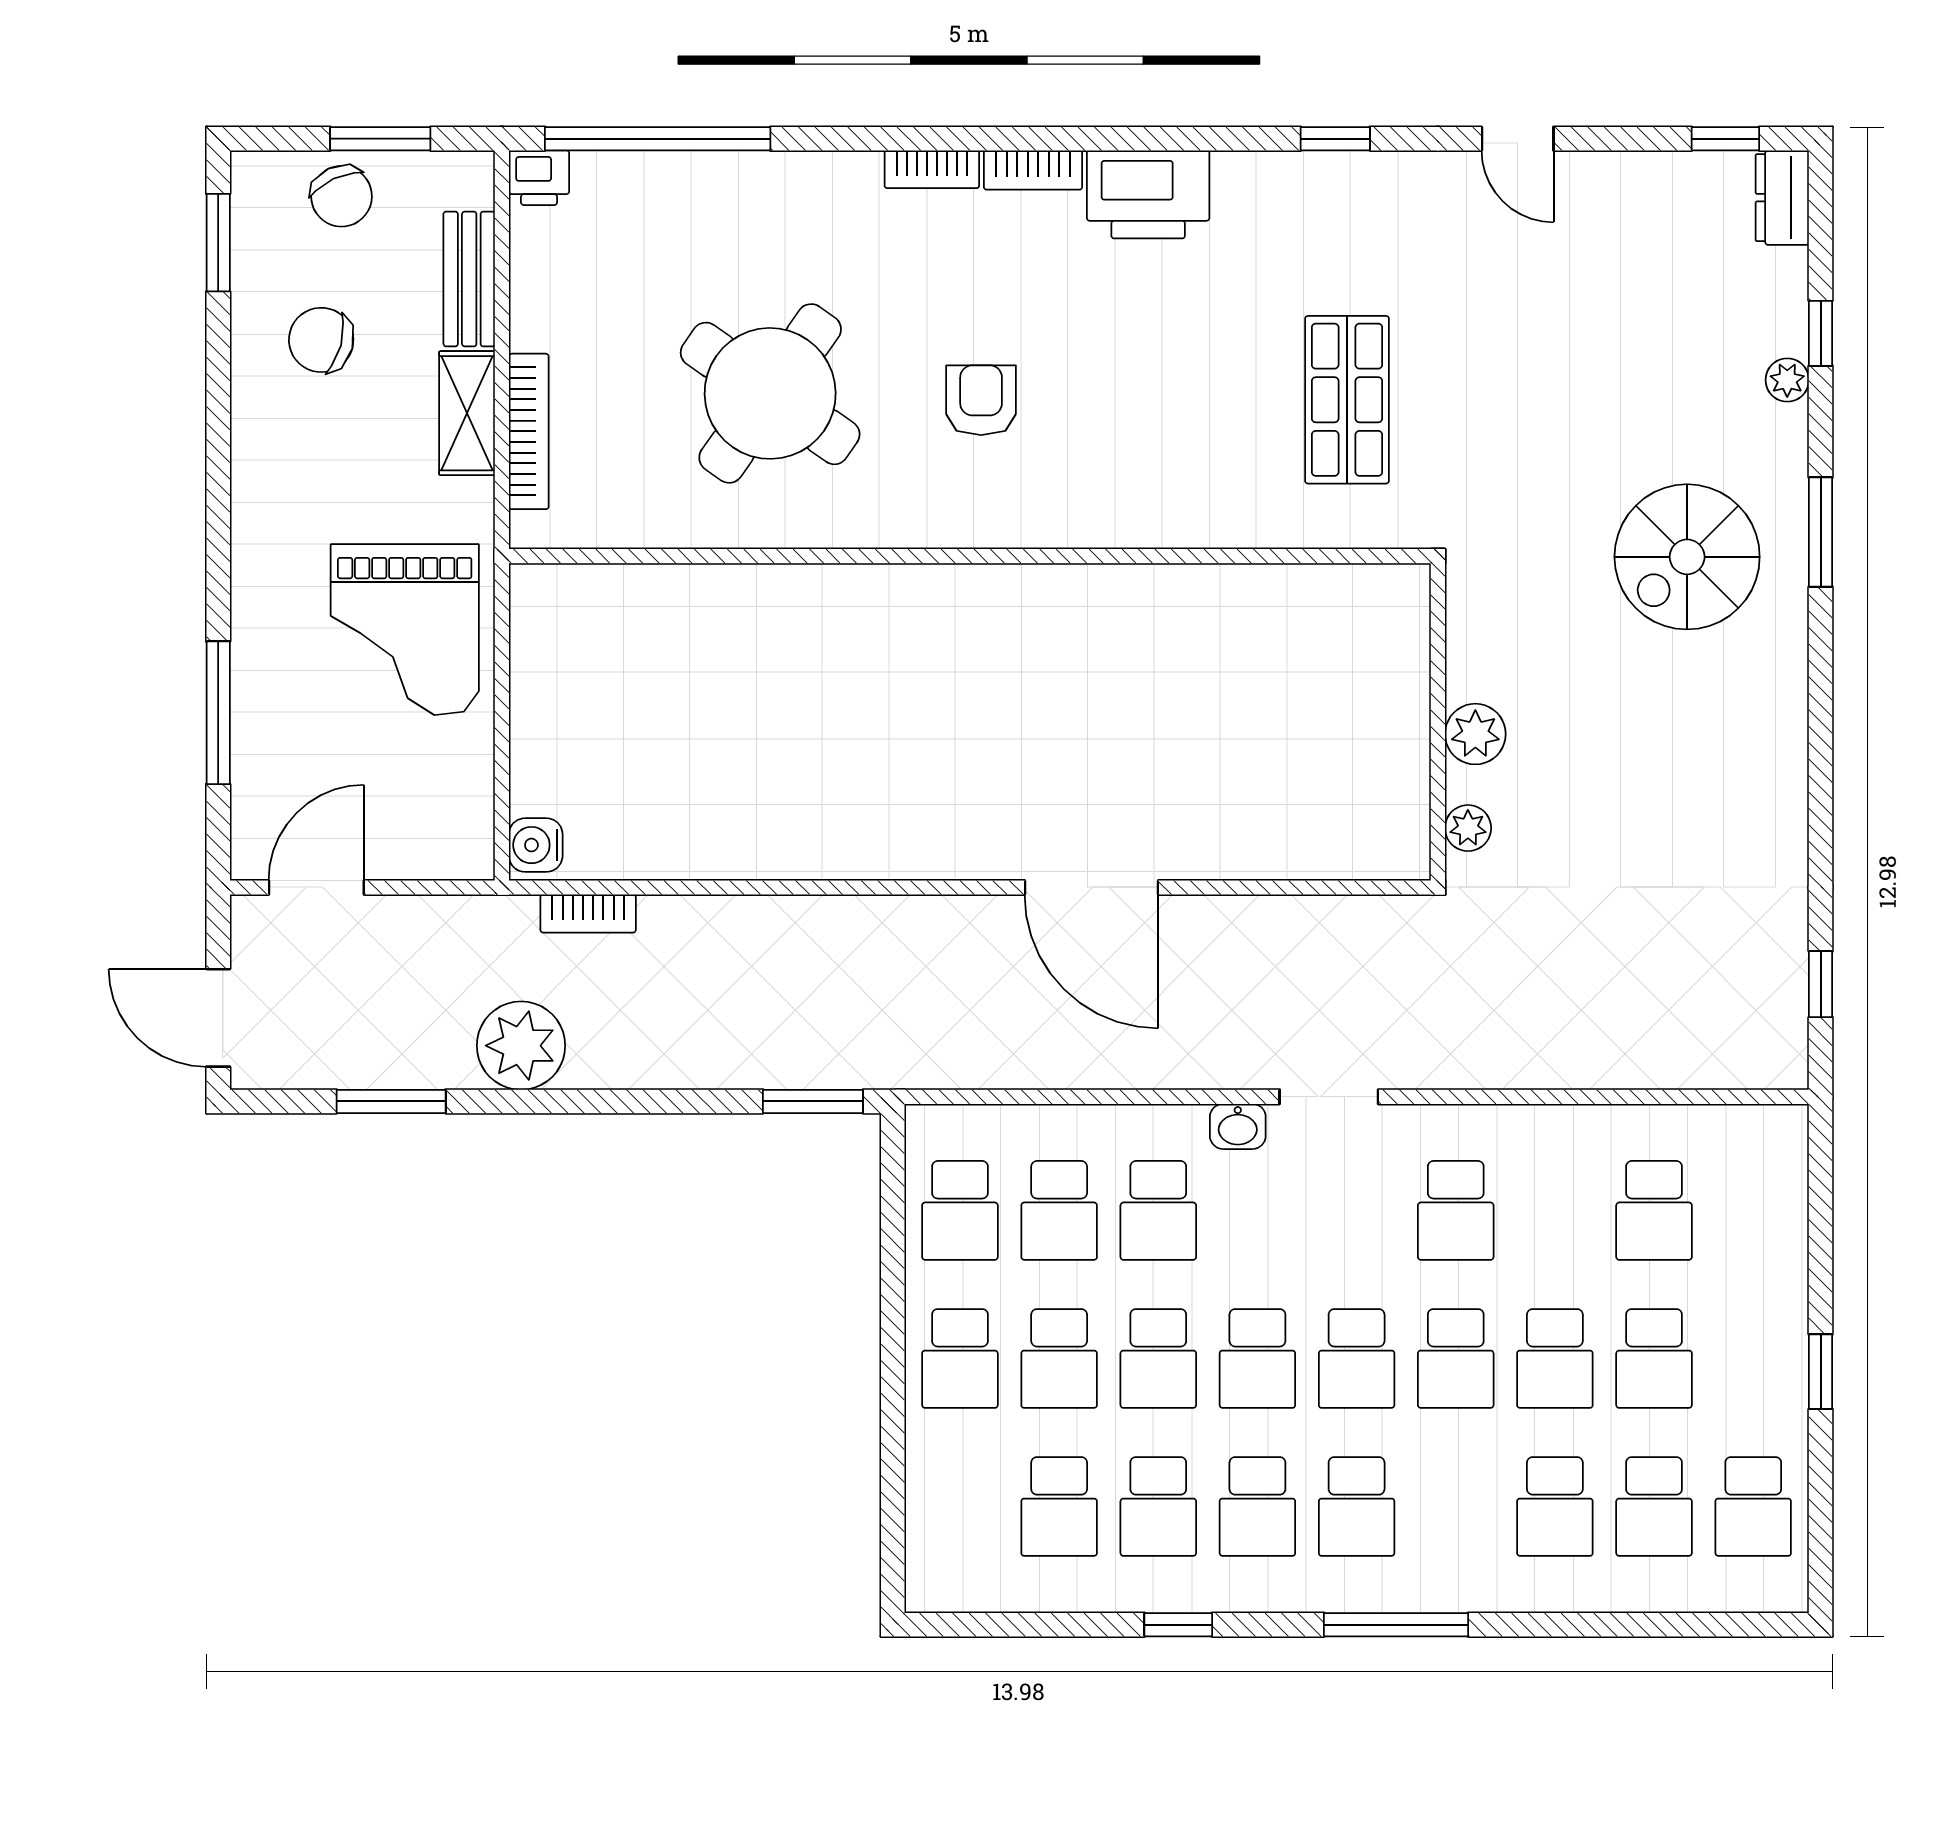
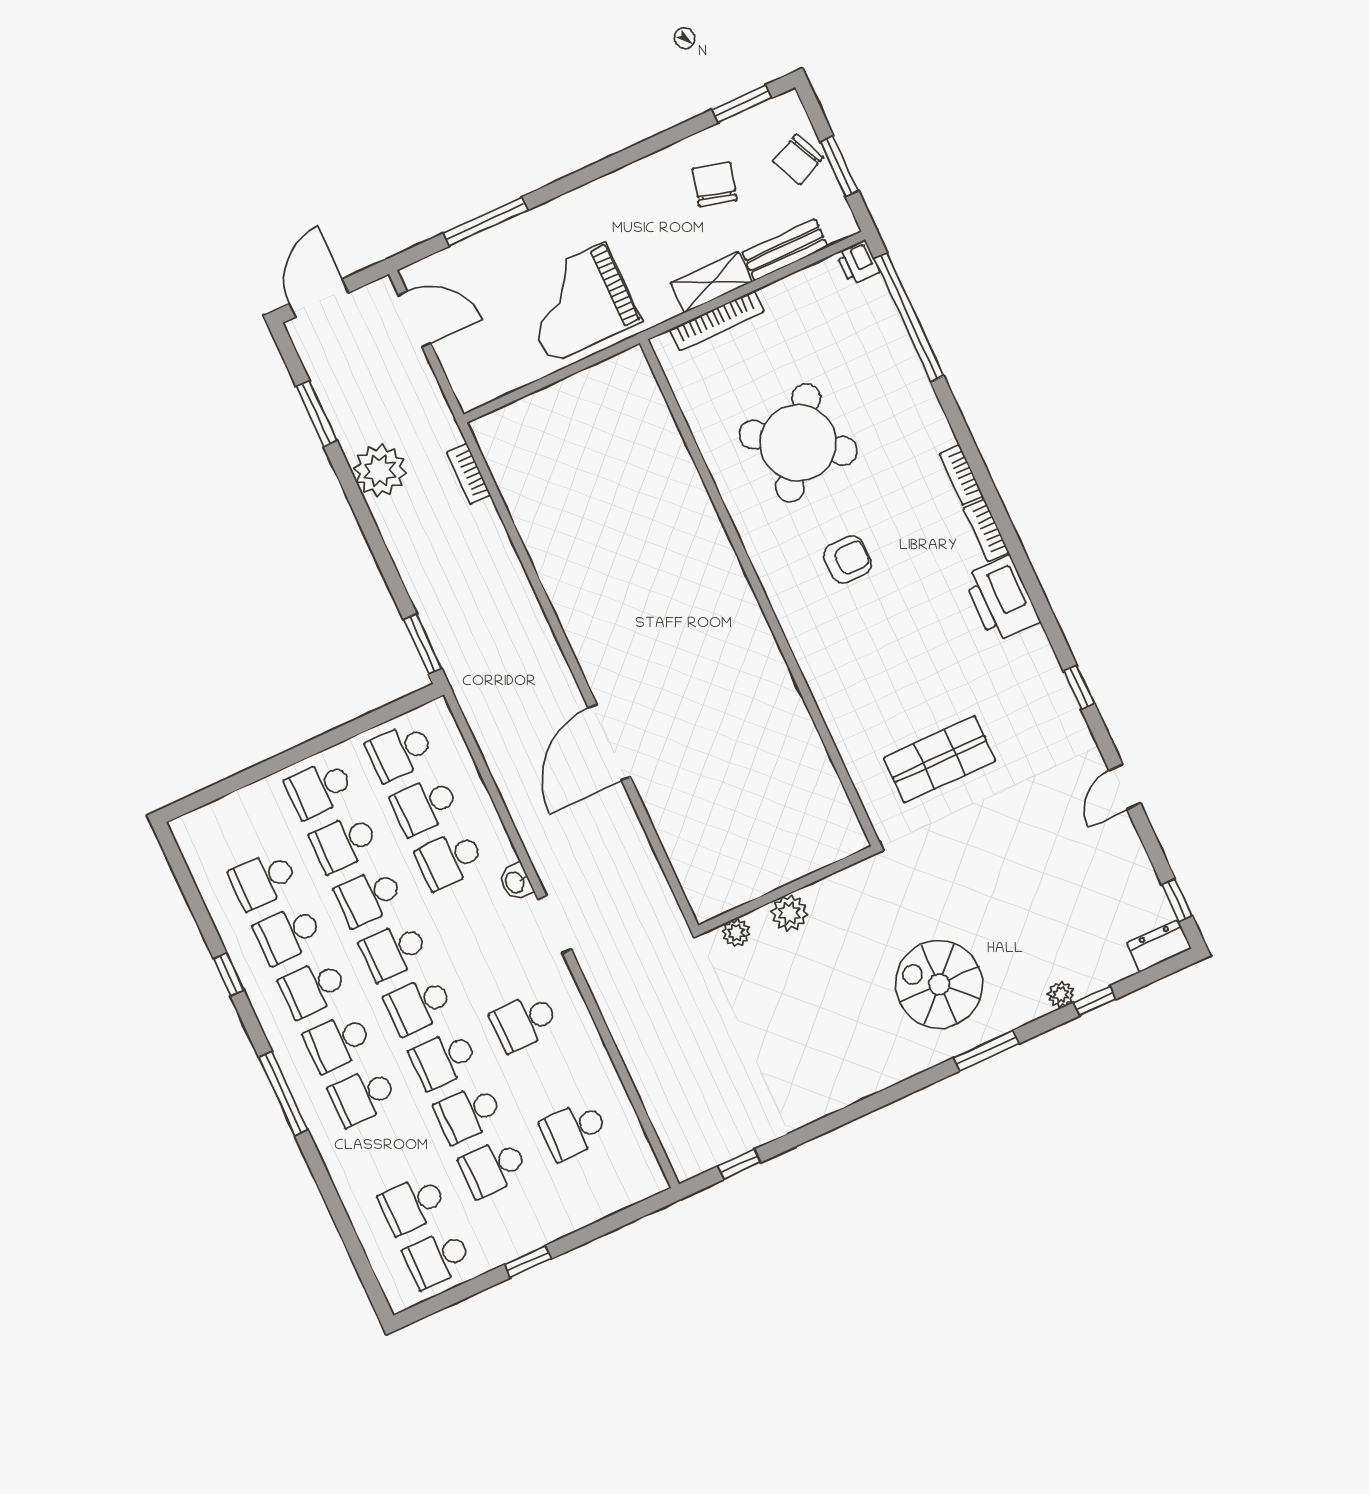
water cooler: (536, 845) -> (493, 428), removed
school desk: (1555, 1506) -> (363, 1096), moved

